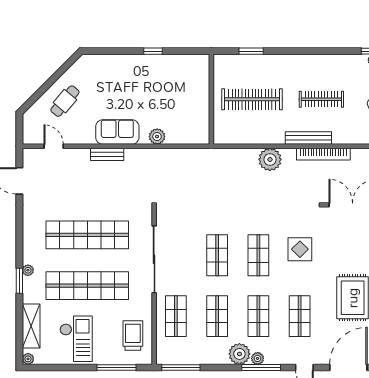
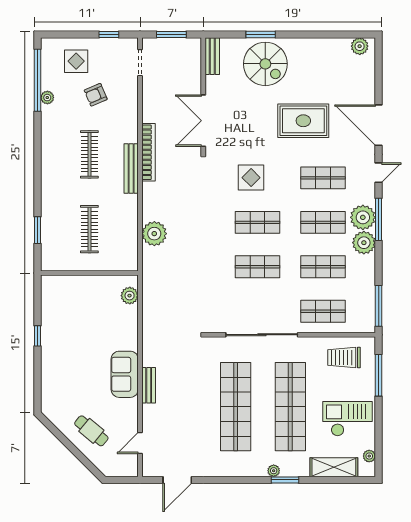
clothes rail: (252, 99) -> (89, 229), width x0.73, depth x0.76
plant: (157, 137) -> (130, 296), moved
plant: (270, 159) -> (154, 234), moved
plant: (258, 358) -> (363, 217), width x1.88, depth x1.88
plant: (28, 359) -> (369, 456), moved

